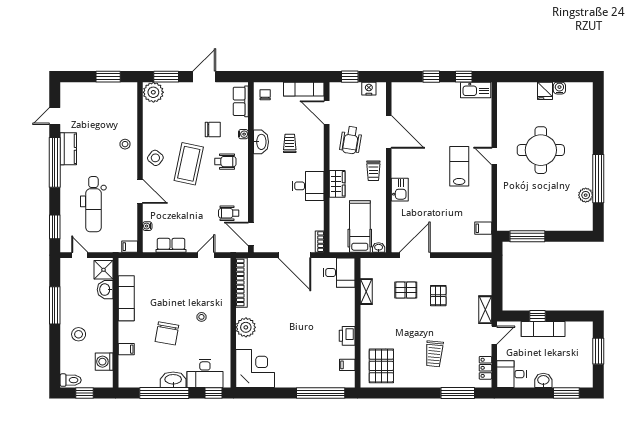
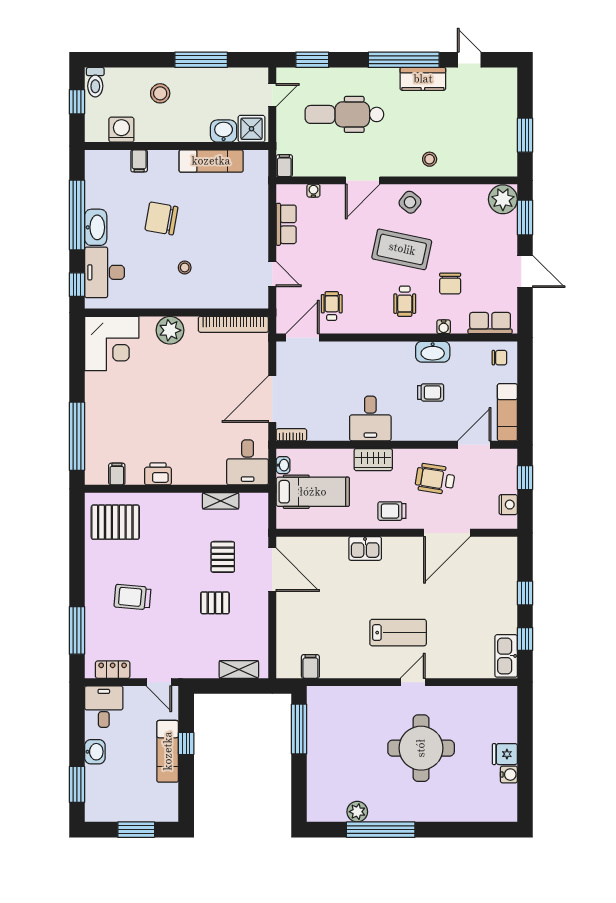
washbasin: (379, 248) -> (283, 465), moved
shelving: (485, 310) -> (239, 669), moved

